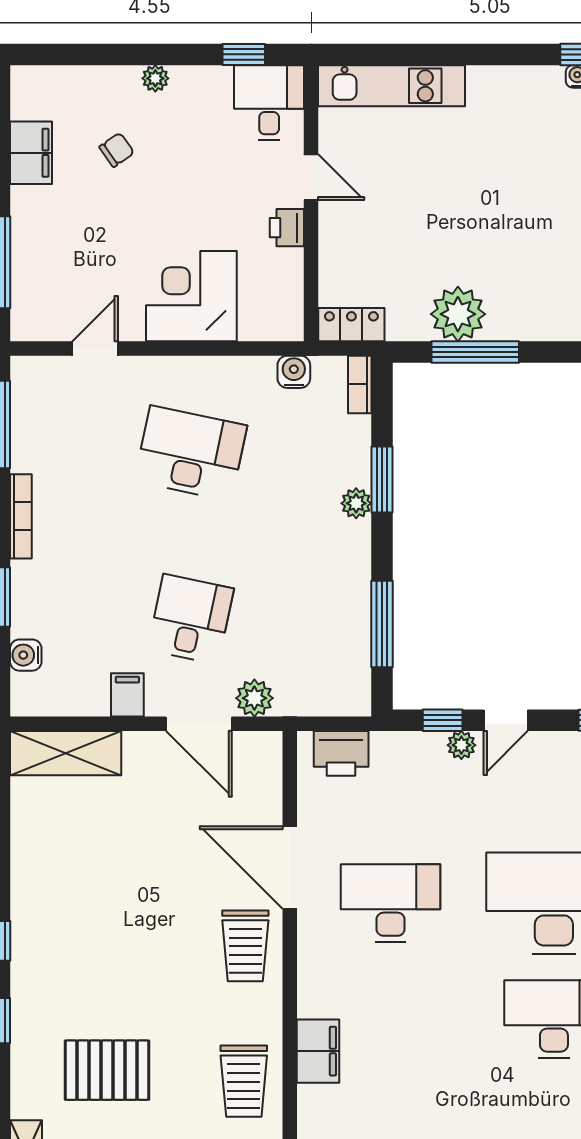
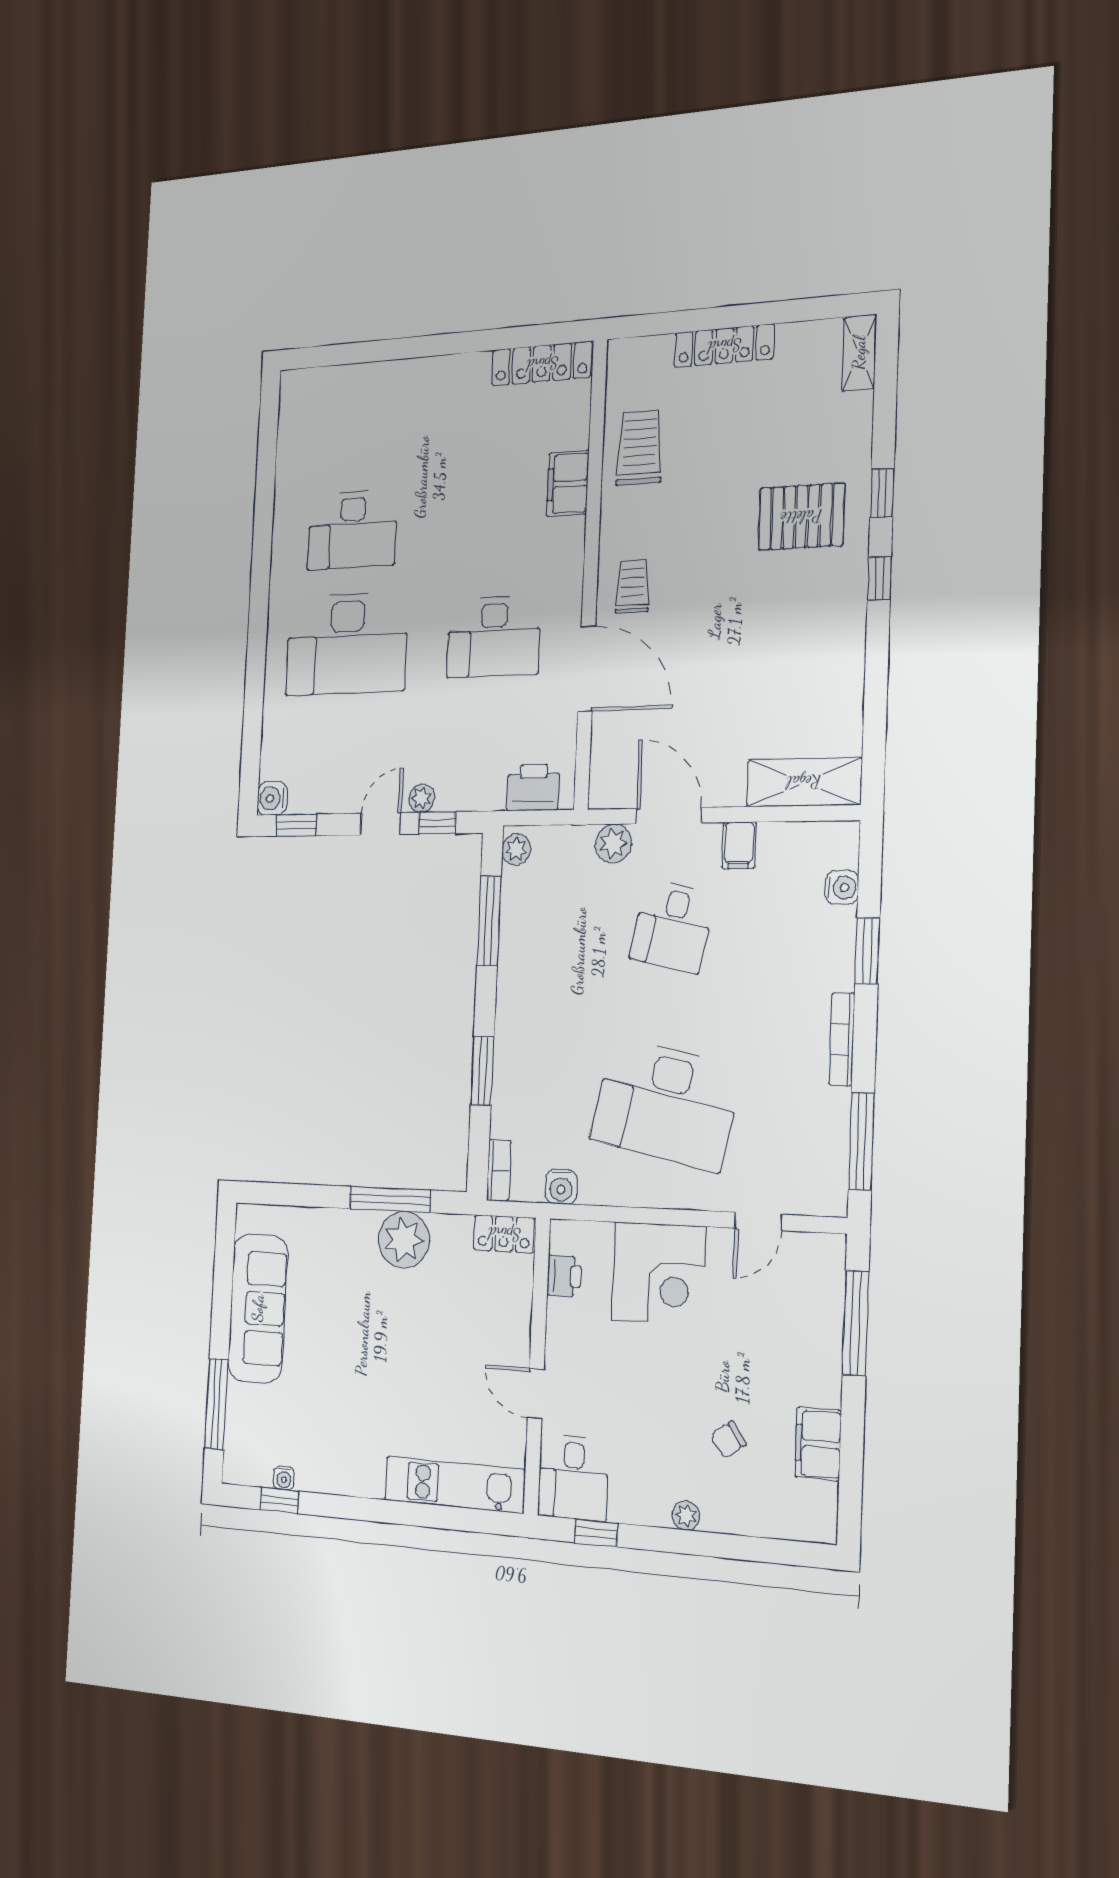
printer: (287, 228) -> (564, 1276), moved
desk: (191, 453) -> (666, 1104), width x1.36, depth x1.30
plant: (356, 503) -> (516, 849), moved
trolley: (245, 946) -> (633, 586), width x0.73, depth x0.72
pallet: (107, 1070) -> (801, 517), moved

